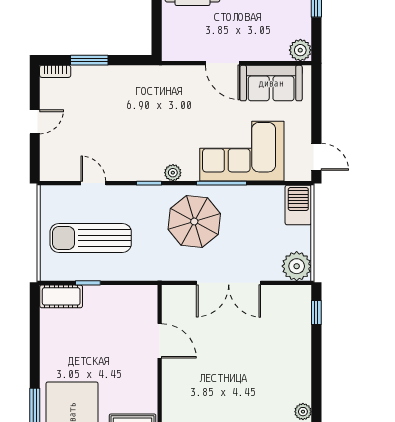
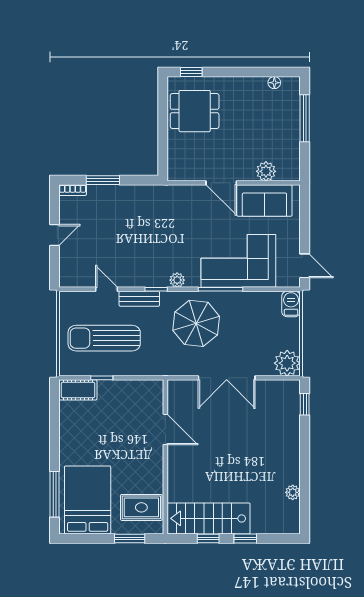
plant: (300, 50) -> (266, 171), moved
bench: (130, 194) -> (139, 299), added
barbecue: (298, 205) -> (291, 304), width x0.73, depth x0.79

